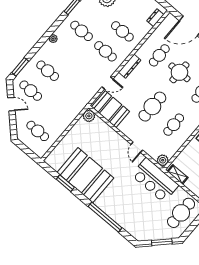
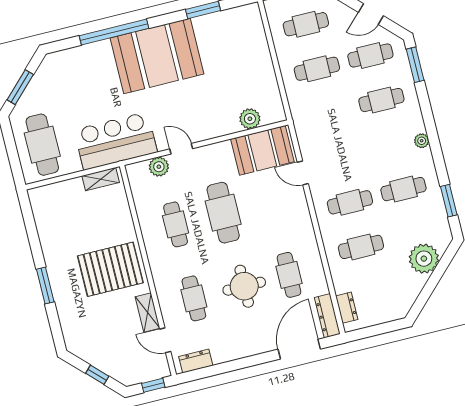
dresser: (130, 66) -> (327, 316), moved
door: (108, 83) -> (303, 173), hinge flipped
cafe table: (55, 111) -> (317, 69), added
plant: (89, 116) -> (250, 119), moved
plant: (163, 160) -> (159, 167), moved
booth: (85, 175) -> (157, 56), moved

